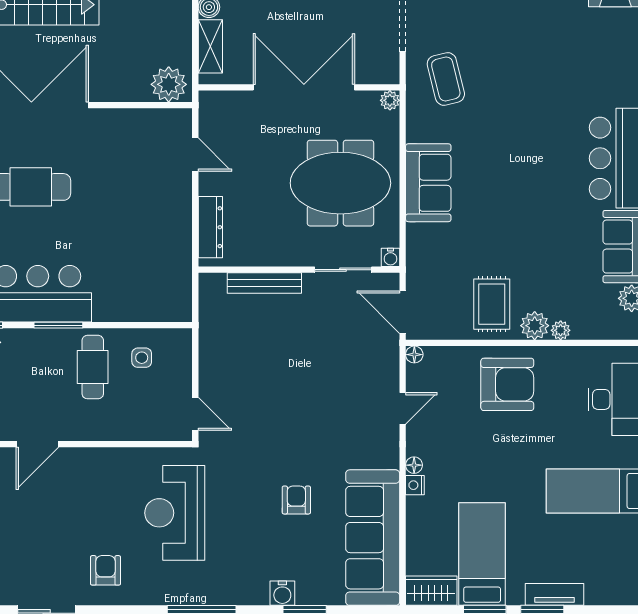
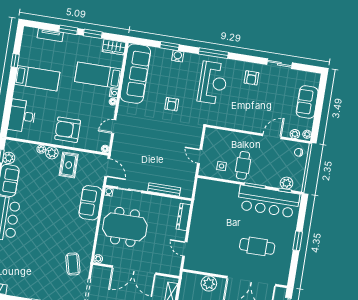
plant: (169, 84) -> (209, 283), moved
sofa: (428, 183) -> (90, 203), moved
door: (195, 414) -> (200, 156), moved
armchair: (296, 500) -> (172, 104), moved
reception desk: (175, 513) -> (213, 83), moved
bed: (482, 554) -> (98, 75), moved, turned 90
tv unit: (555, 594) -> (50, 35), moved

